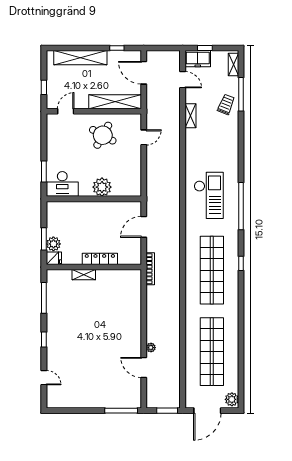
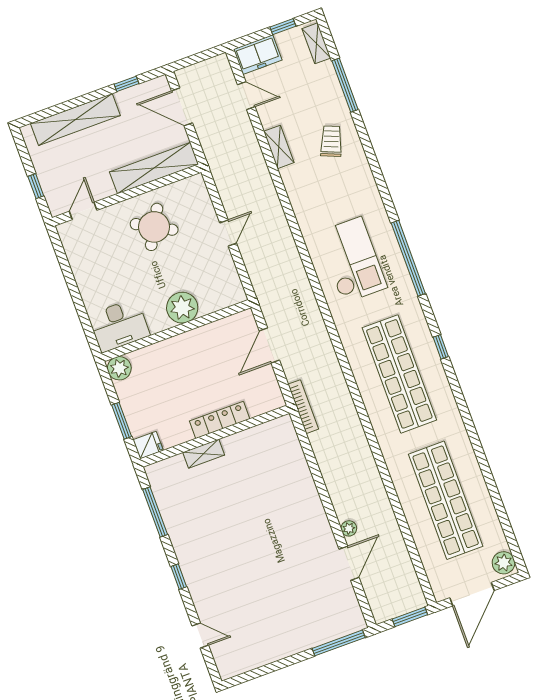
window: (205, 48) -> (283, 27), moved
trolley: (226, 104) -> (331, 141), moved
door: (144, 137) -> (228, 233), moved
window: (44, 171) -> (83, 316), removed
plant: (53, 244) -> (119, 368), moved
door: (144, 367) -> (349, 563), swing flipped

